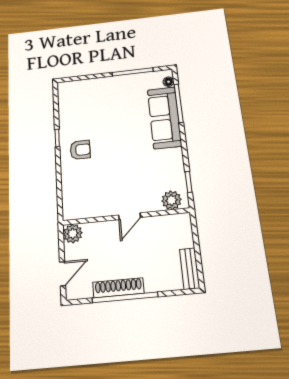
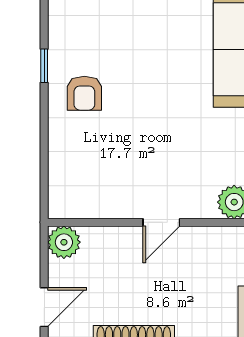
armchair: (80, 150) -> (84, 93), turned 90

